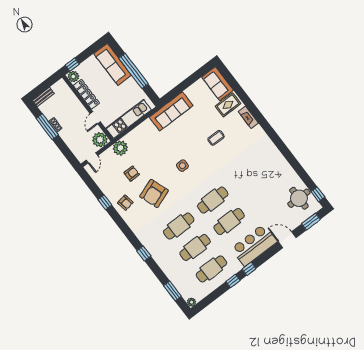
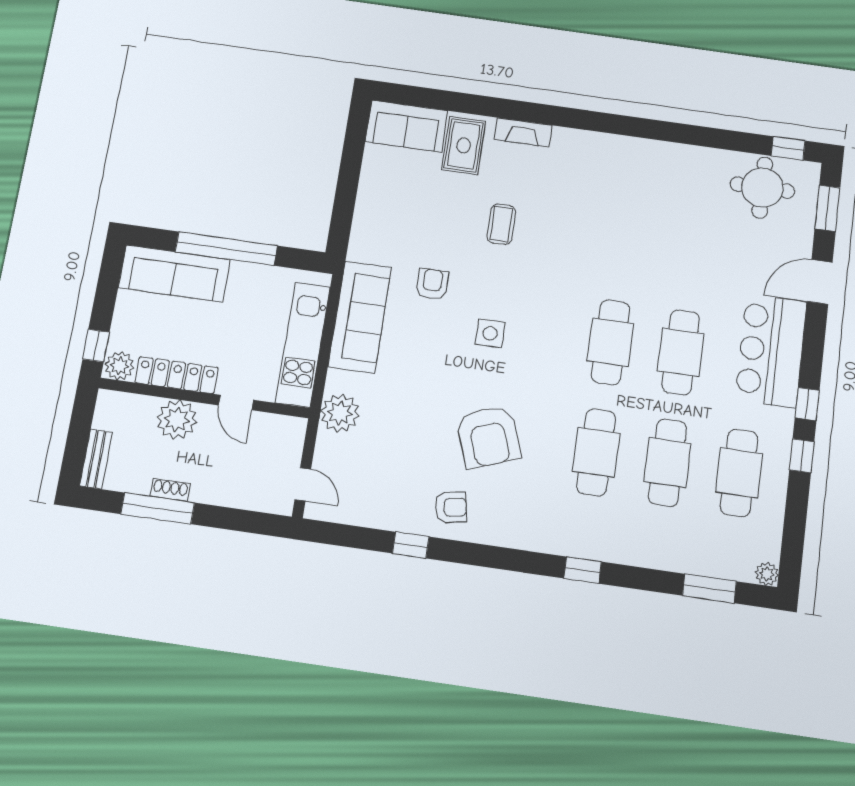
sofa: (171, 111) -> (360, 317), moved
plant: (100, 140) -> (177, 420), moved
armchair: (132, 174) -> (432, 284), moved

